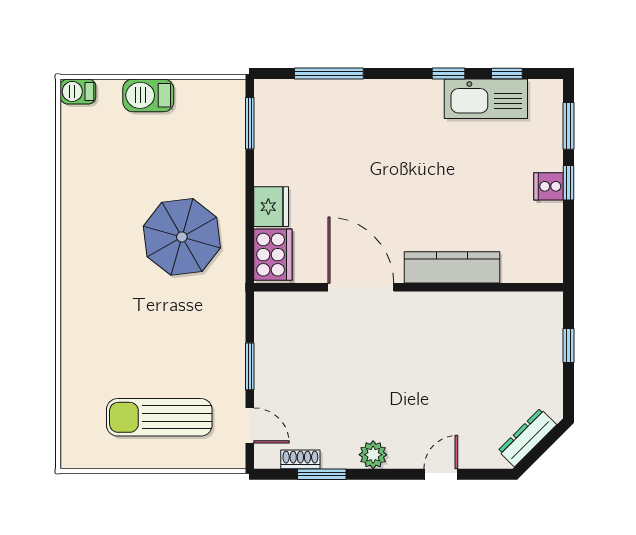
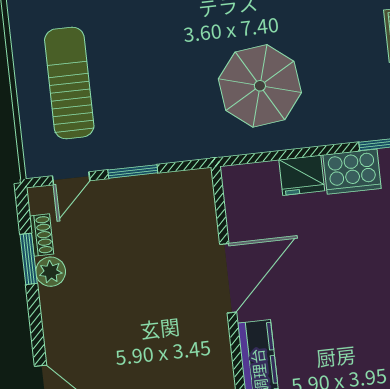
cooker: (273, 255) -> (352, 172), moved
plant: (373, 455) -> (51, 272), moved

